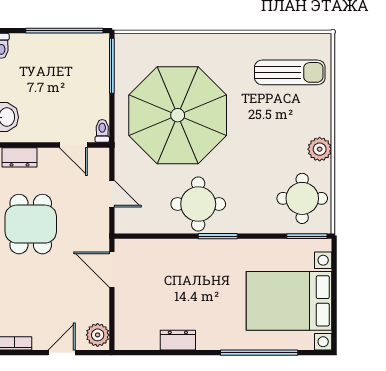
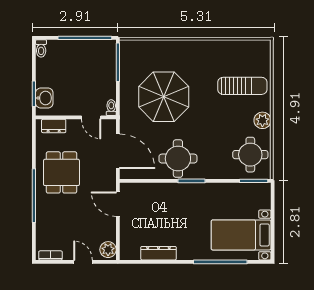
sun lounger: (290, 72) -> (242, 86), moved
parasol: (178, 115) -> (164, 97), width x0.73, depth x0.73
door: (112, 194) -> (118, 151), width x1.88
bed with nightstands: (289, 301) -> (241, 235), width x0.73
dresser: (178, 340) -> (158, 253), width x1.44
door: (62, 353) -> (83, 262), hinge flipped

